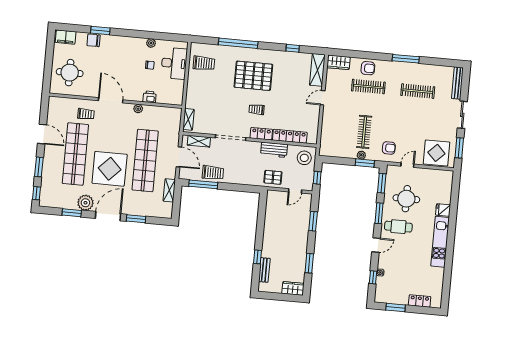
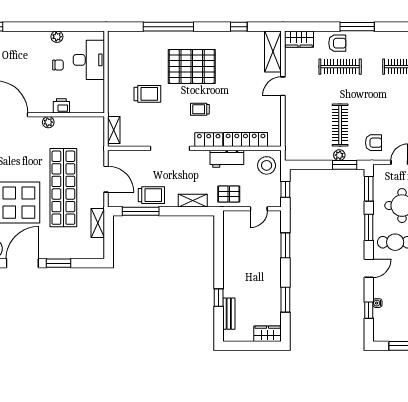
window: (406, 59) -> (357, 27), moved
trolley: (204, 63) -> (147, 94), moved
shelving: (199, 141) -> (193, 201), moved

